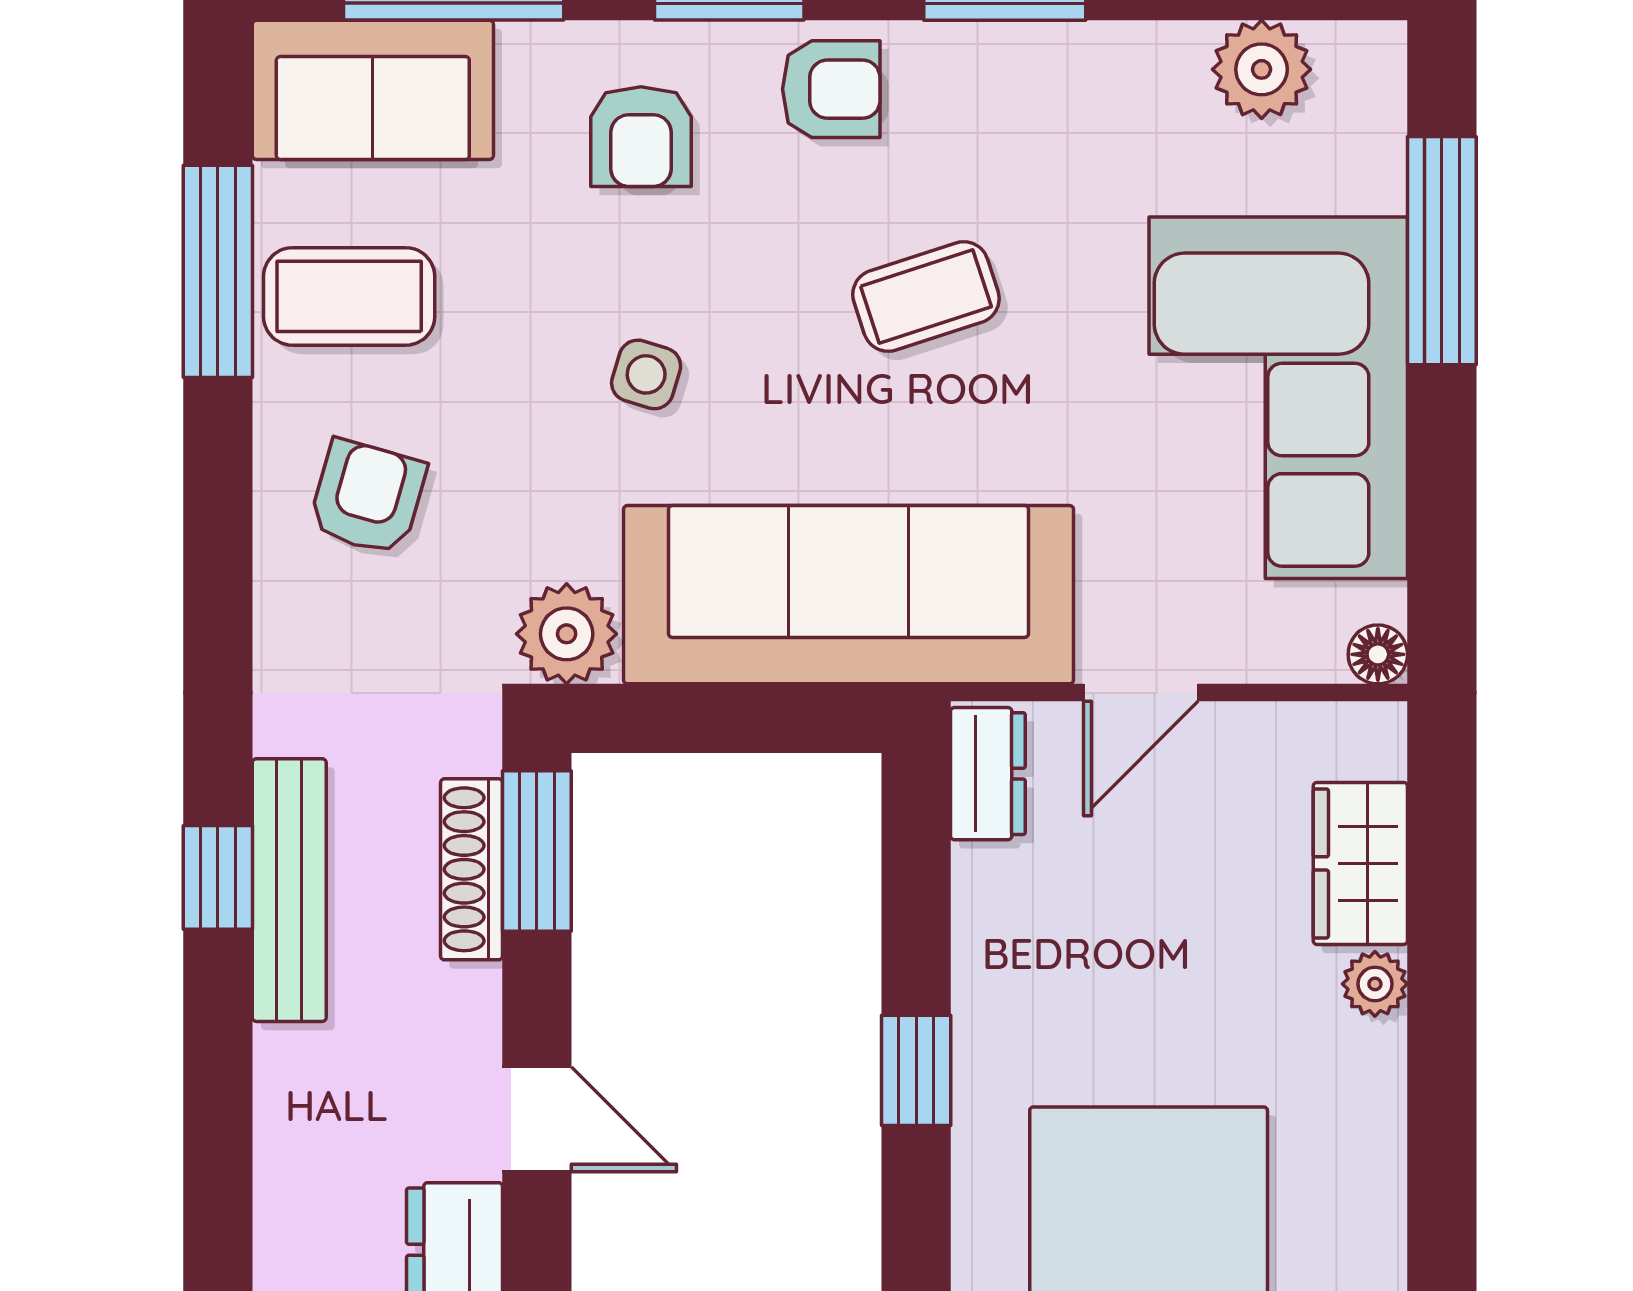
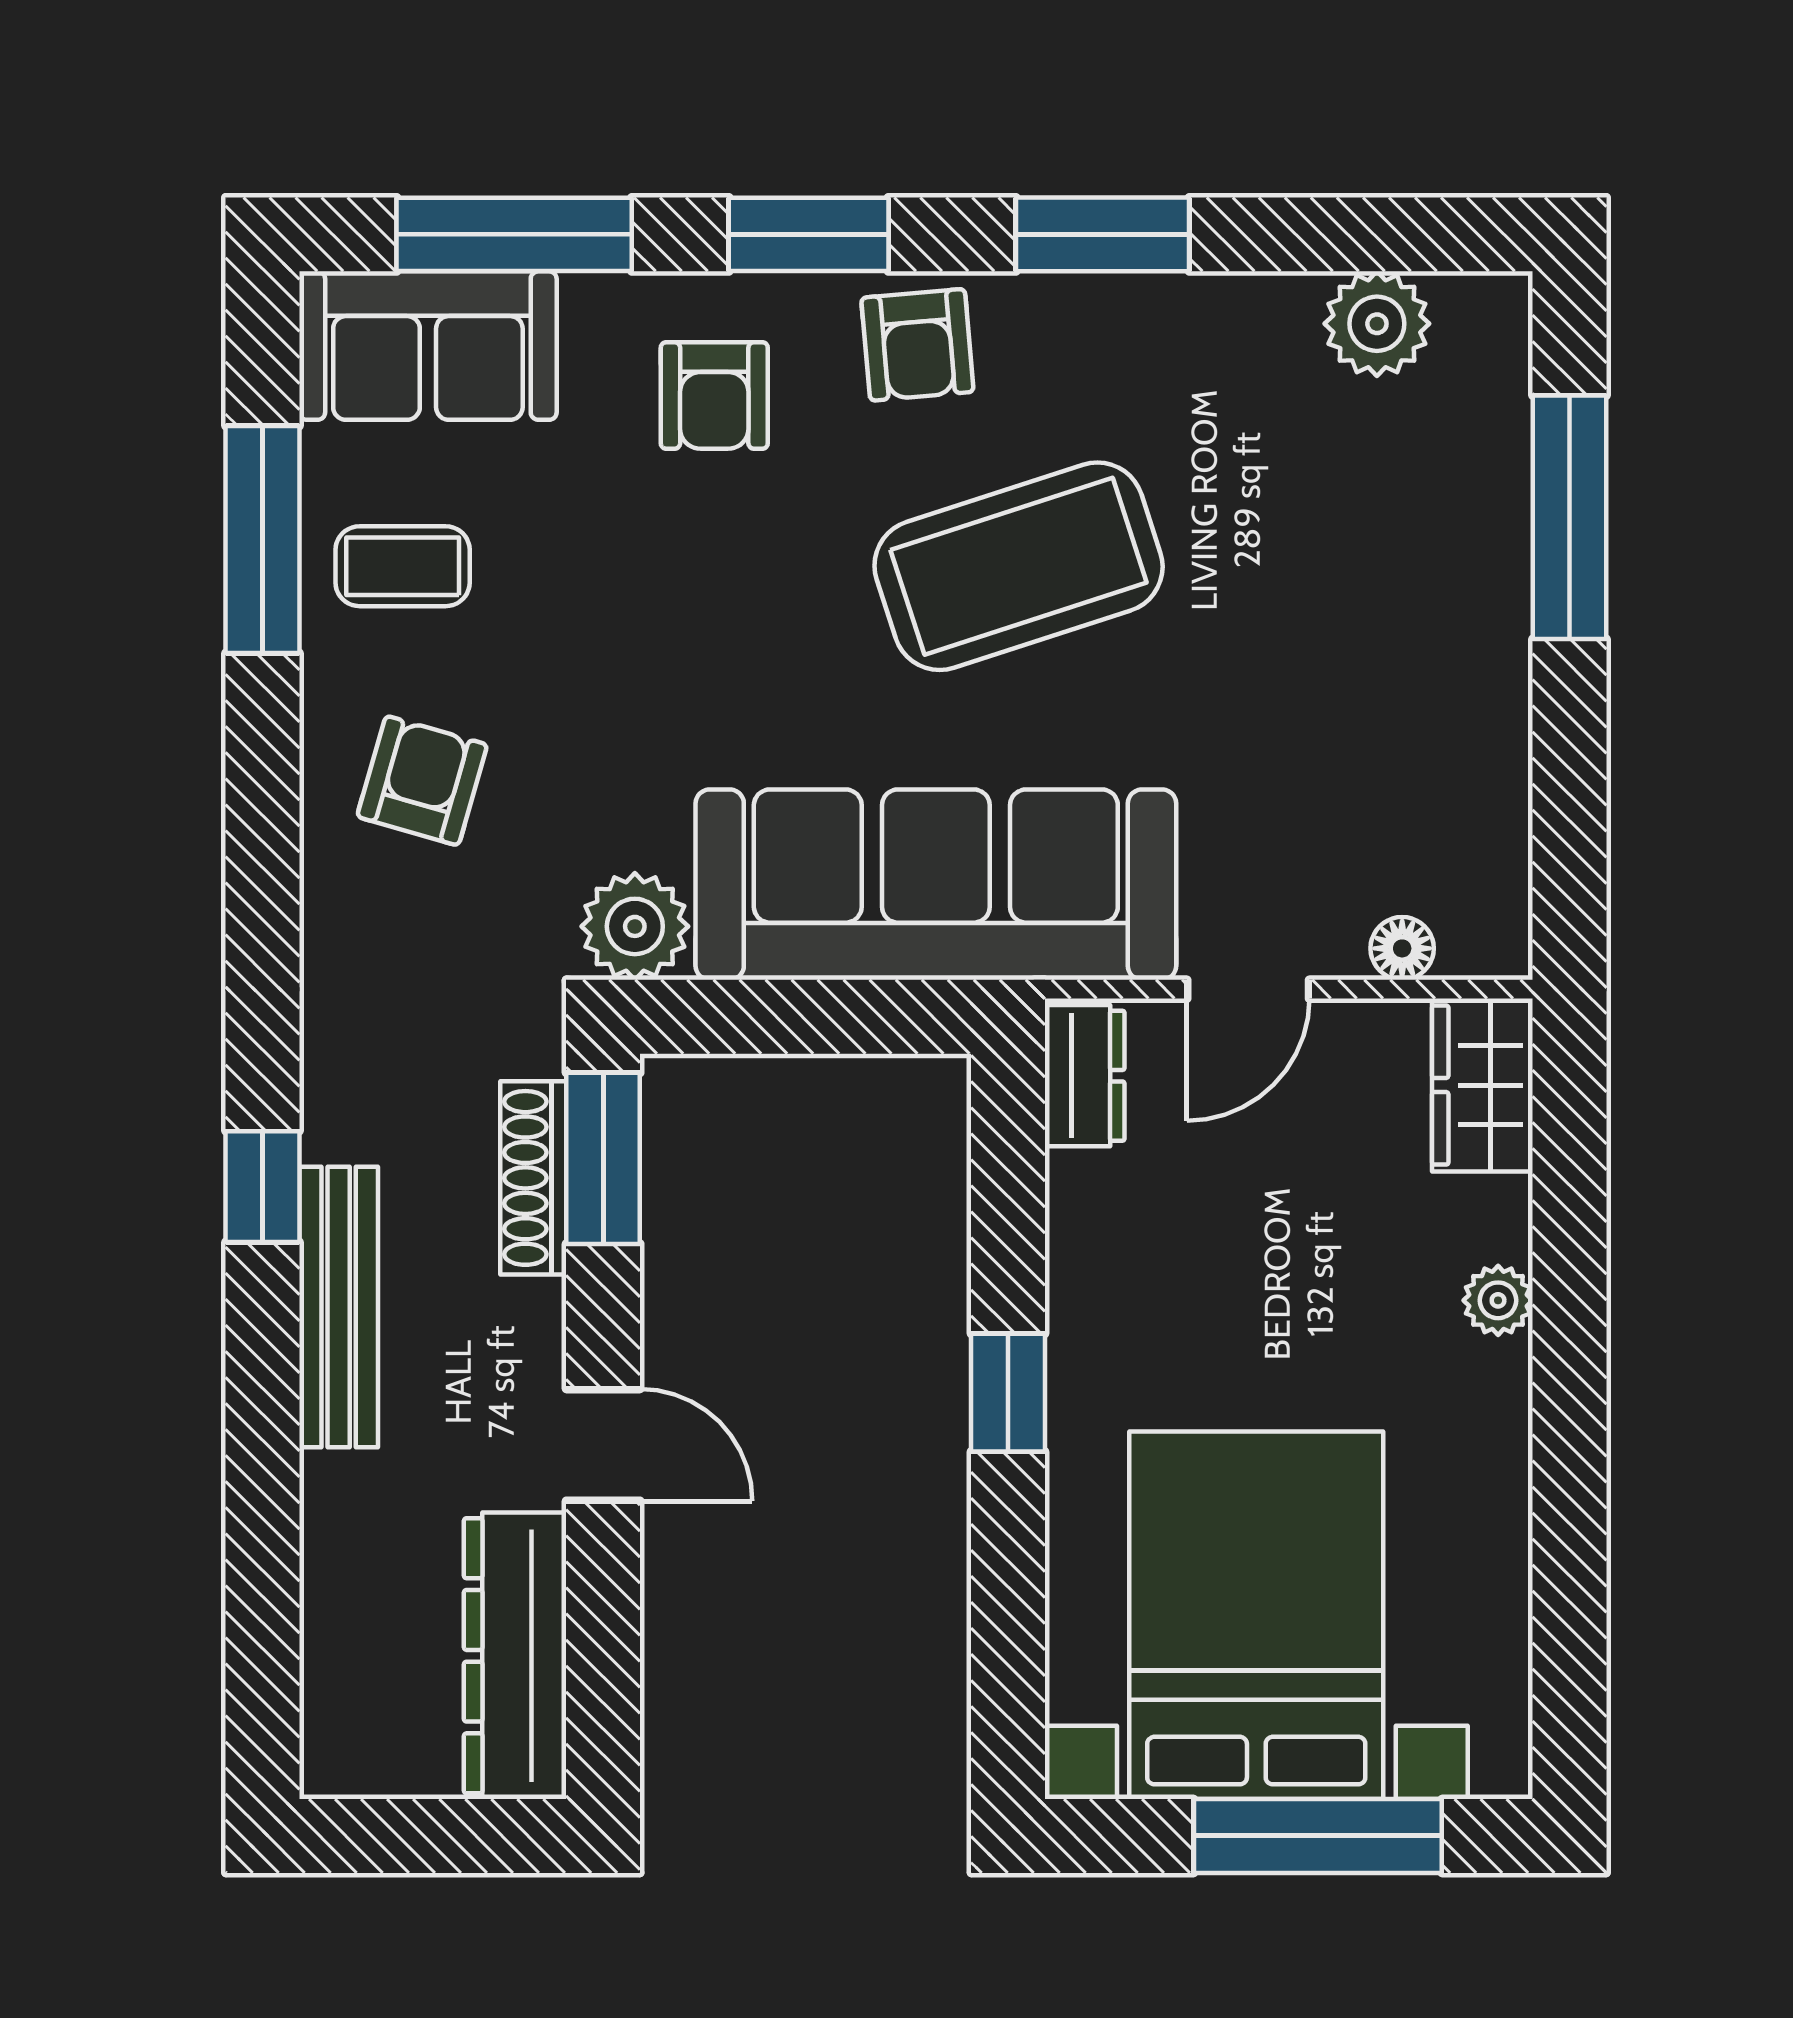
armchair: (831, 89) -> (917, 345), turned 85
coffee table: (349, 296) -> (403, 566), width x0.73, depth x0.77
coffee table: (926, 297) -> (1019, 566), width x1.86, depth x1.72
side table: (646, 374) -> (720, 649), removed
corner sofa: (1278, 398) -> (1395, 674), removed
floor lamp: (1378, 654) -> (1402, 948), moved
wardrobe: (1360, 863) -> (1482, 1085), moved
bench: (289, 890) -> (339, 1307), moved

